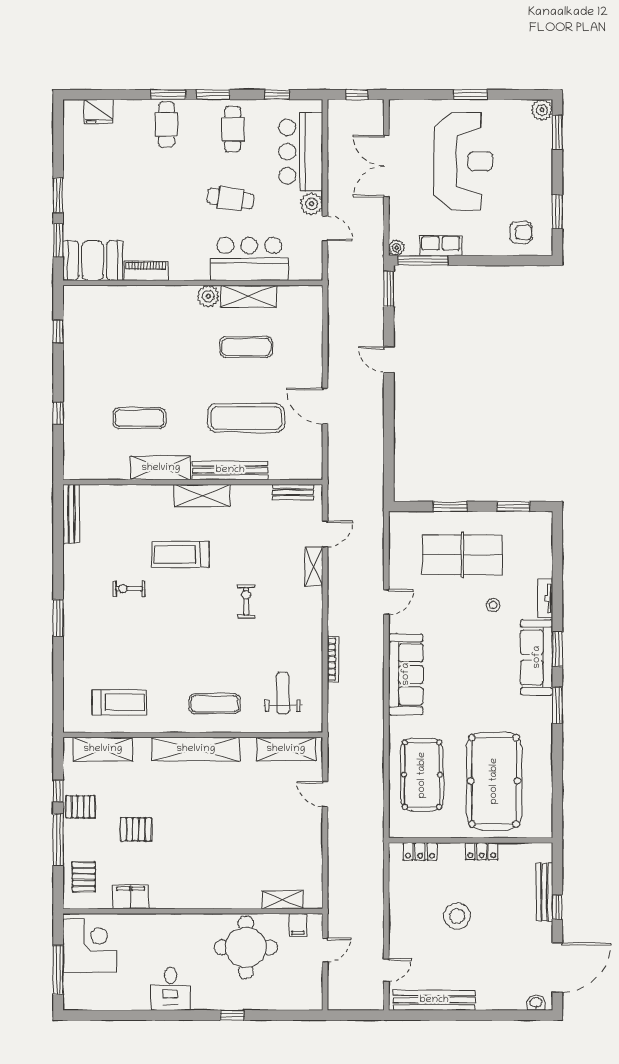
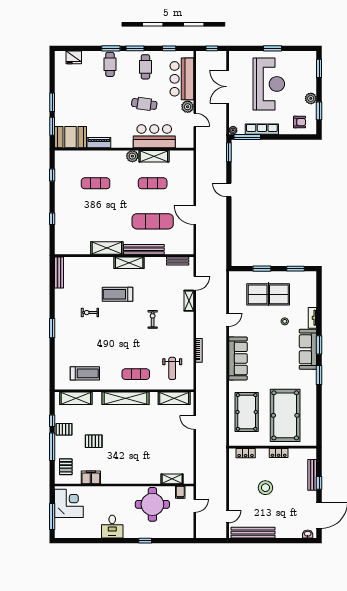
plant: (542, 110) -> (311, 98), moved
row of seats: (441, 246) -> (262, 129), width x1.48
exercise mat: (139, 418) -> (96, 183), moved
weight bench: (283, 693) -> (172, 368), turned 180

